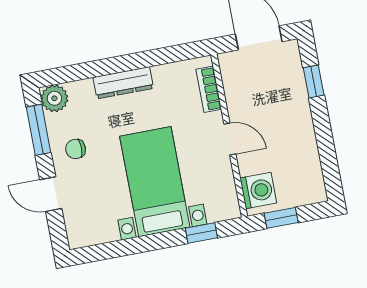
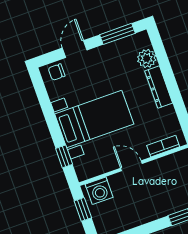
plant: (54, 98) -> (147, 58), moved
door: (230, 139) -> (131, 166), swing flipped
chair: (76, 149) -> (57, 72), moved, turned -90

